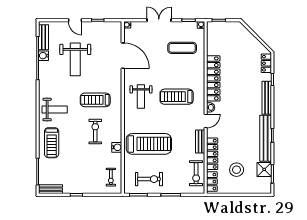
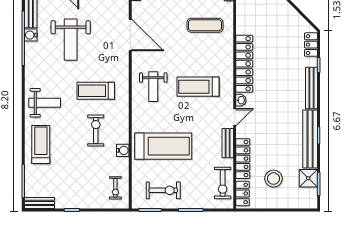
treadmill: (52, 143) -> (41, 145), turned 180

